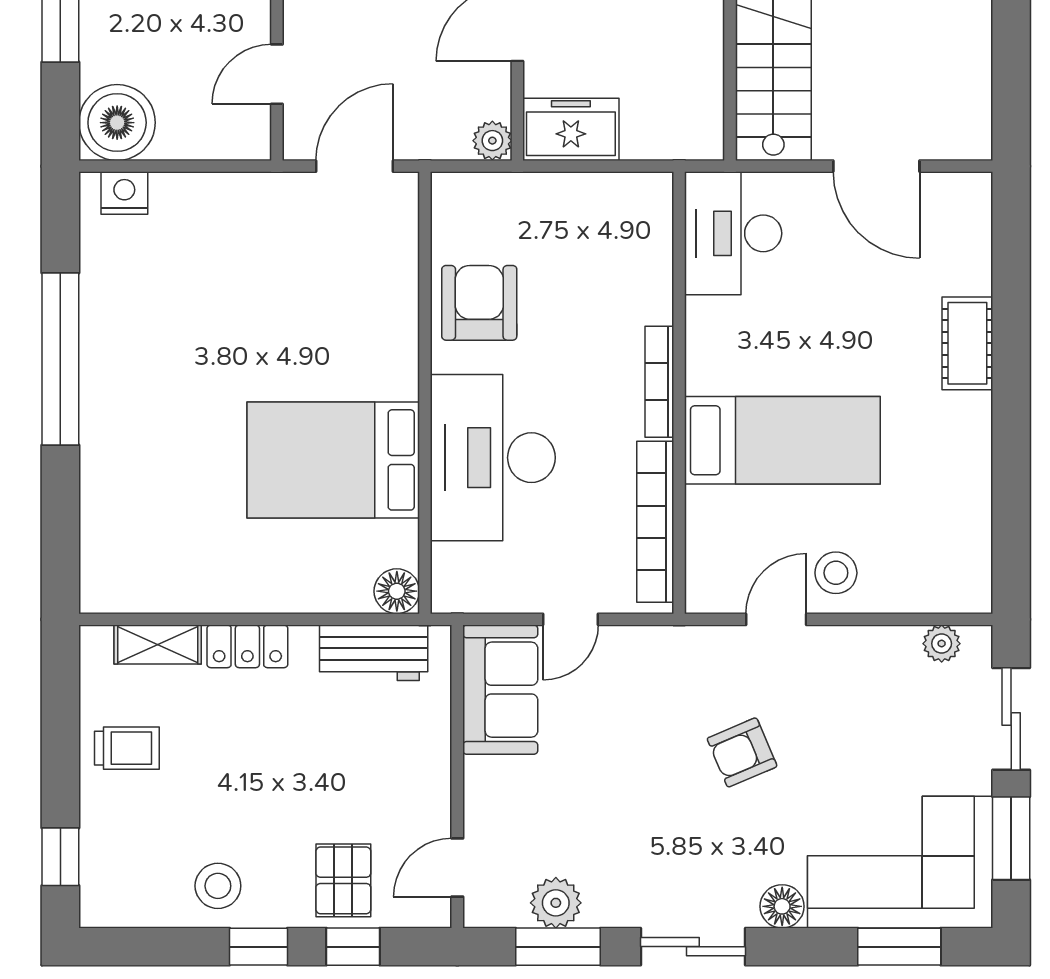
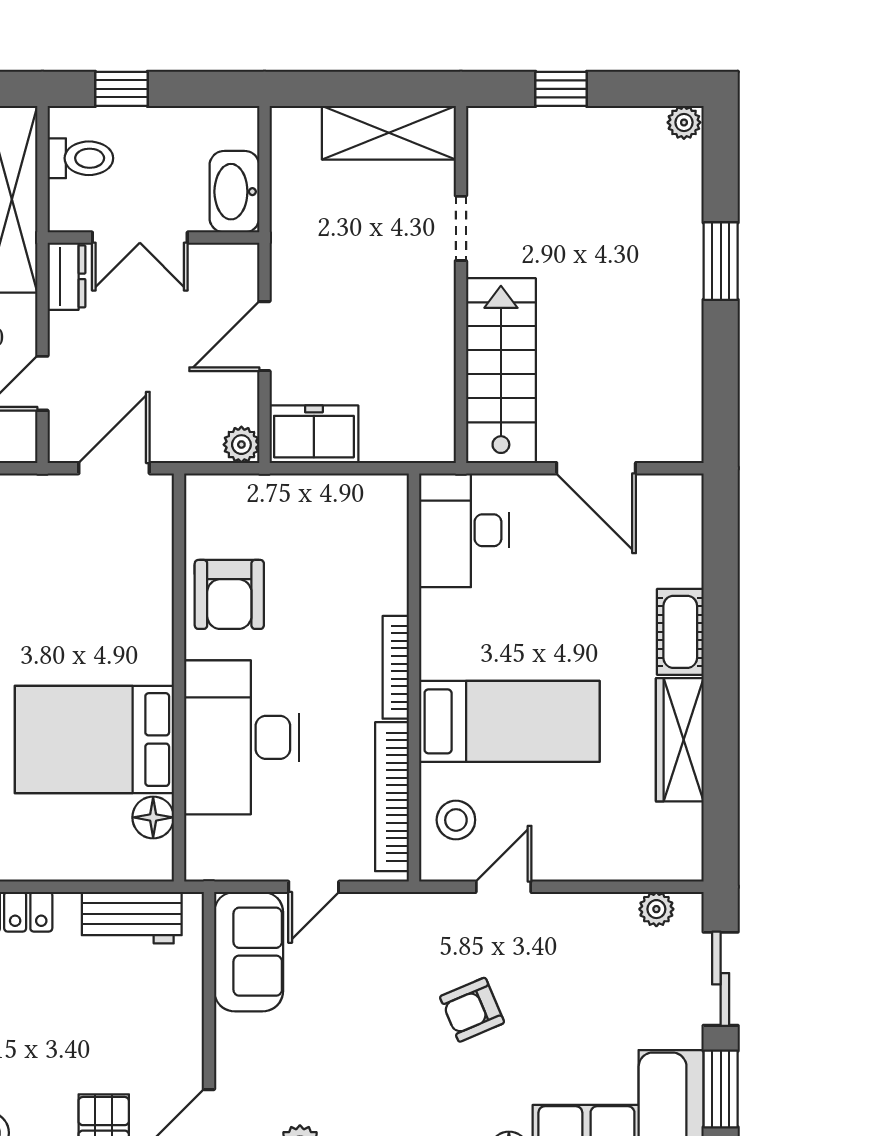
armchair: (479, 303) -> (229, 594), turned 180
wardrobe: (967, 460) -> (680, 740), added
stool: (836, 573) -> (456, 820), moved
floor lamp: (397, 591) -> (153, 817), moved

